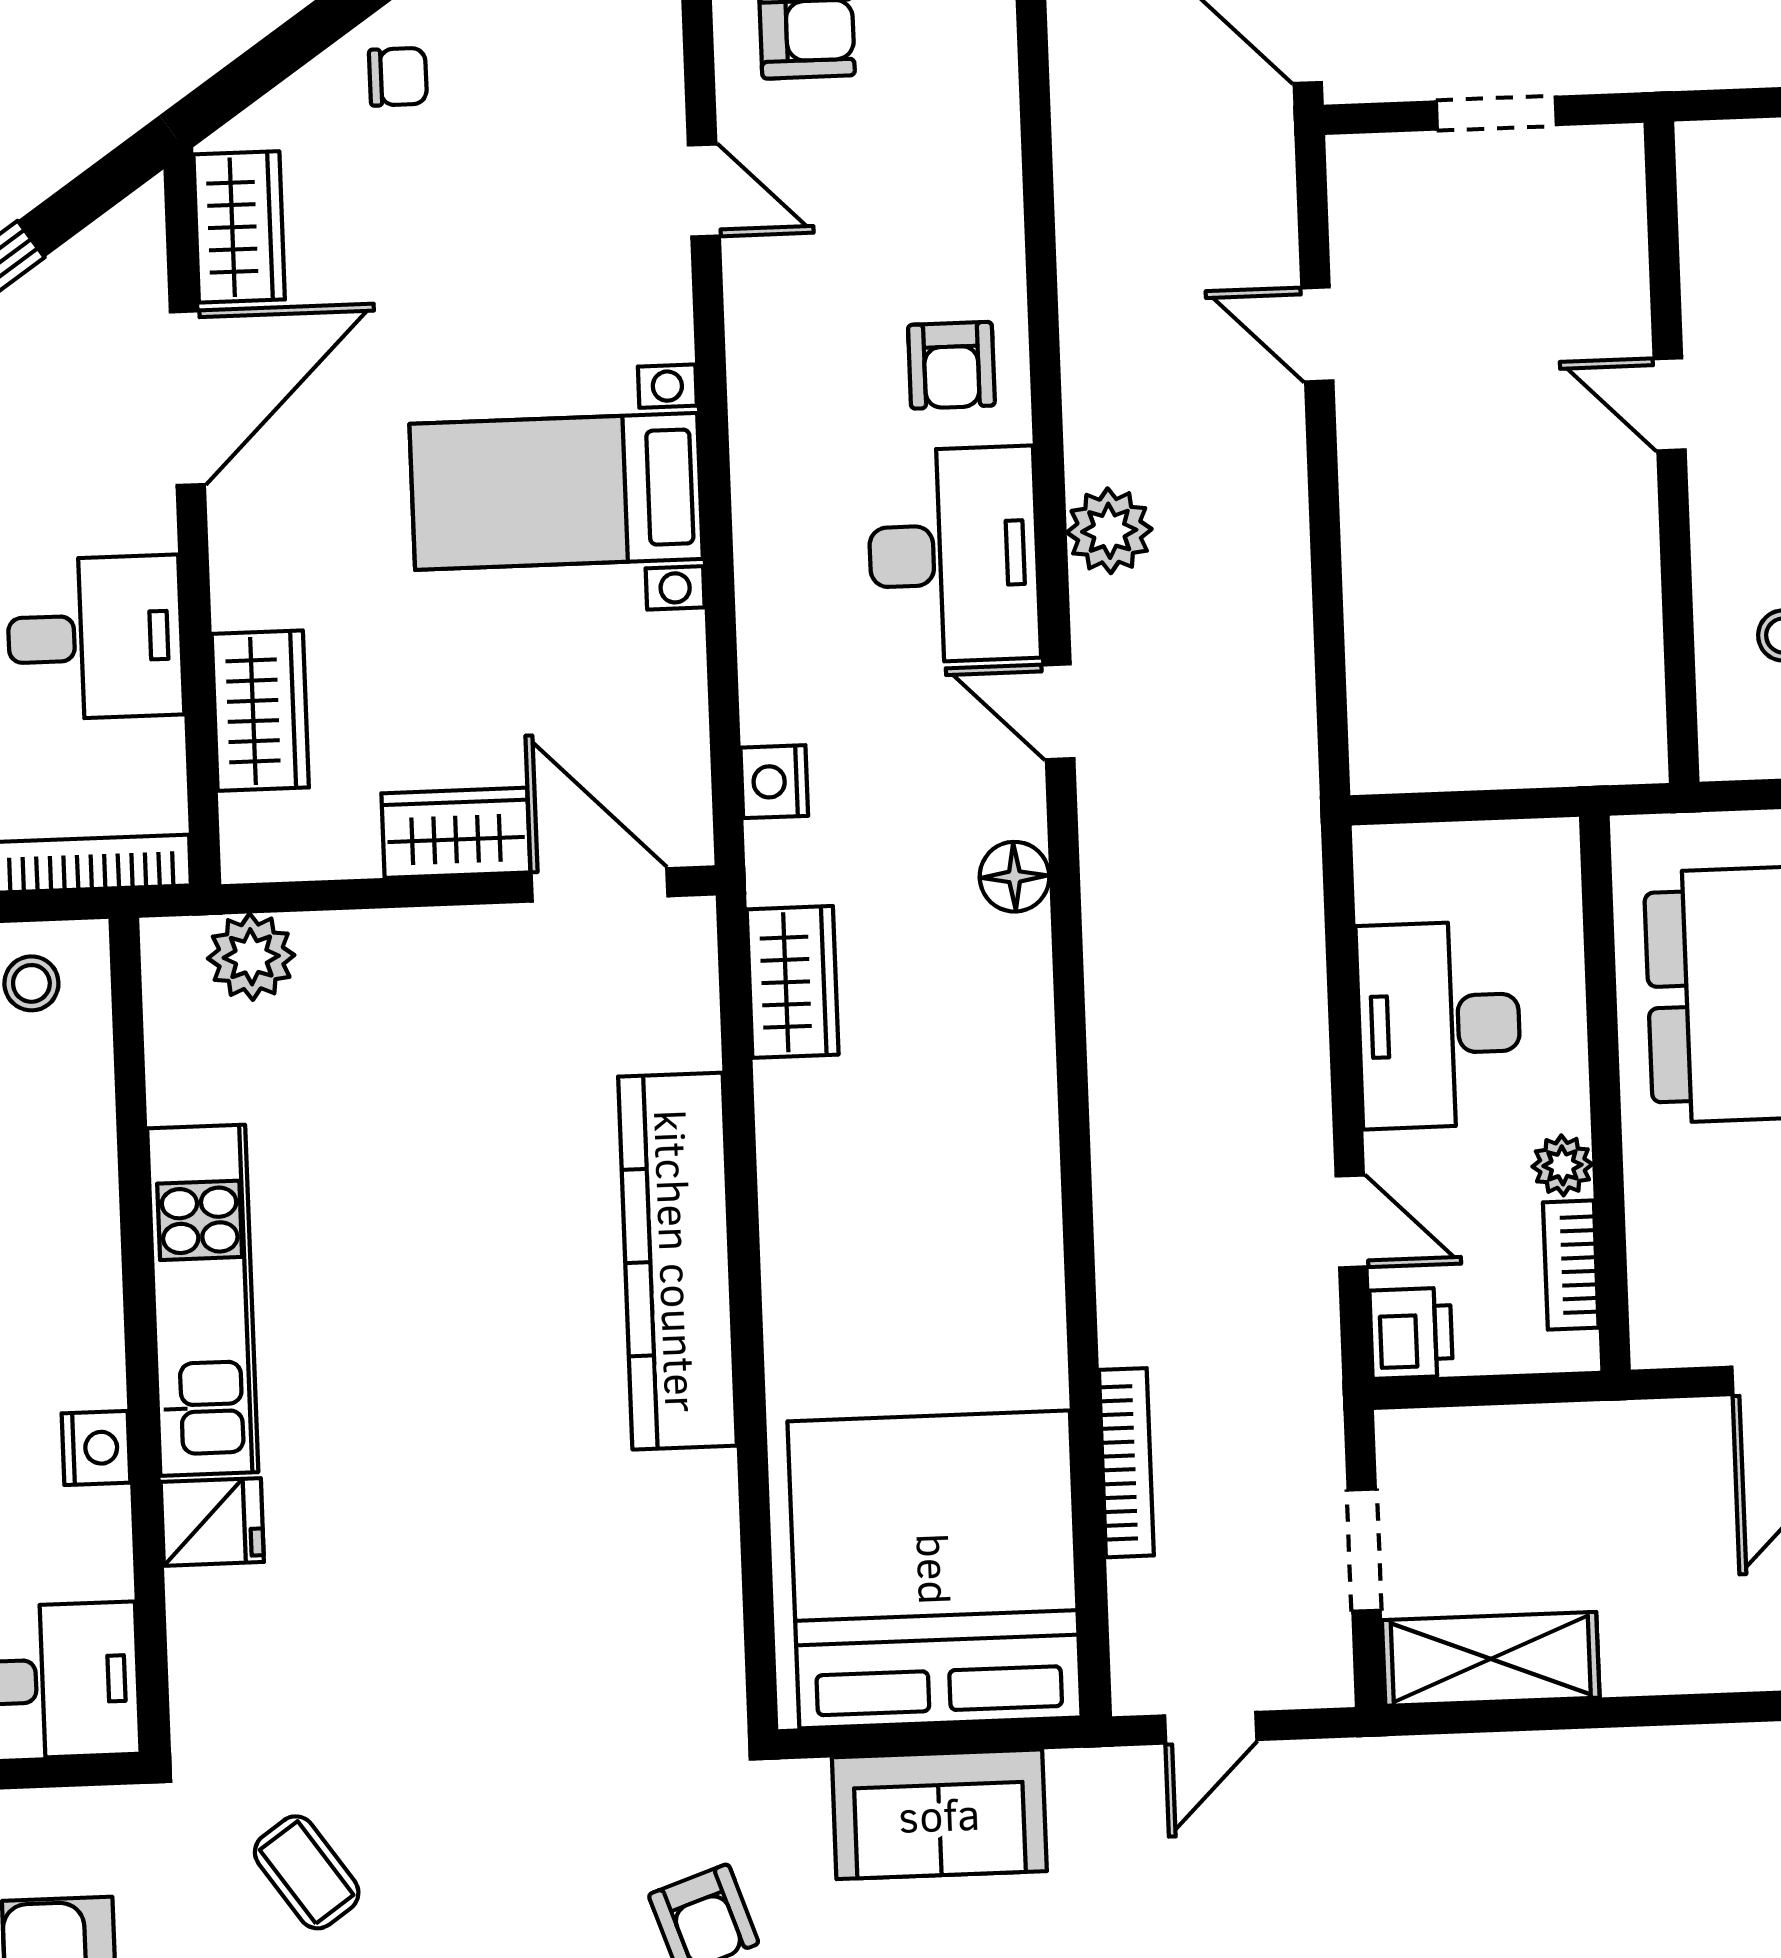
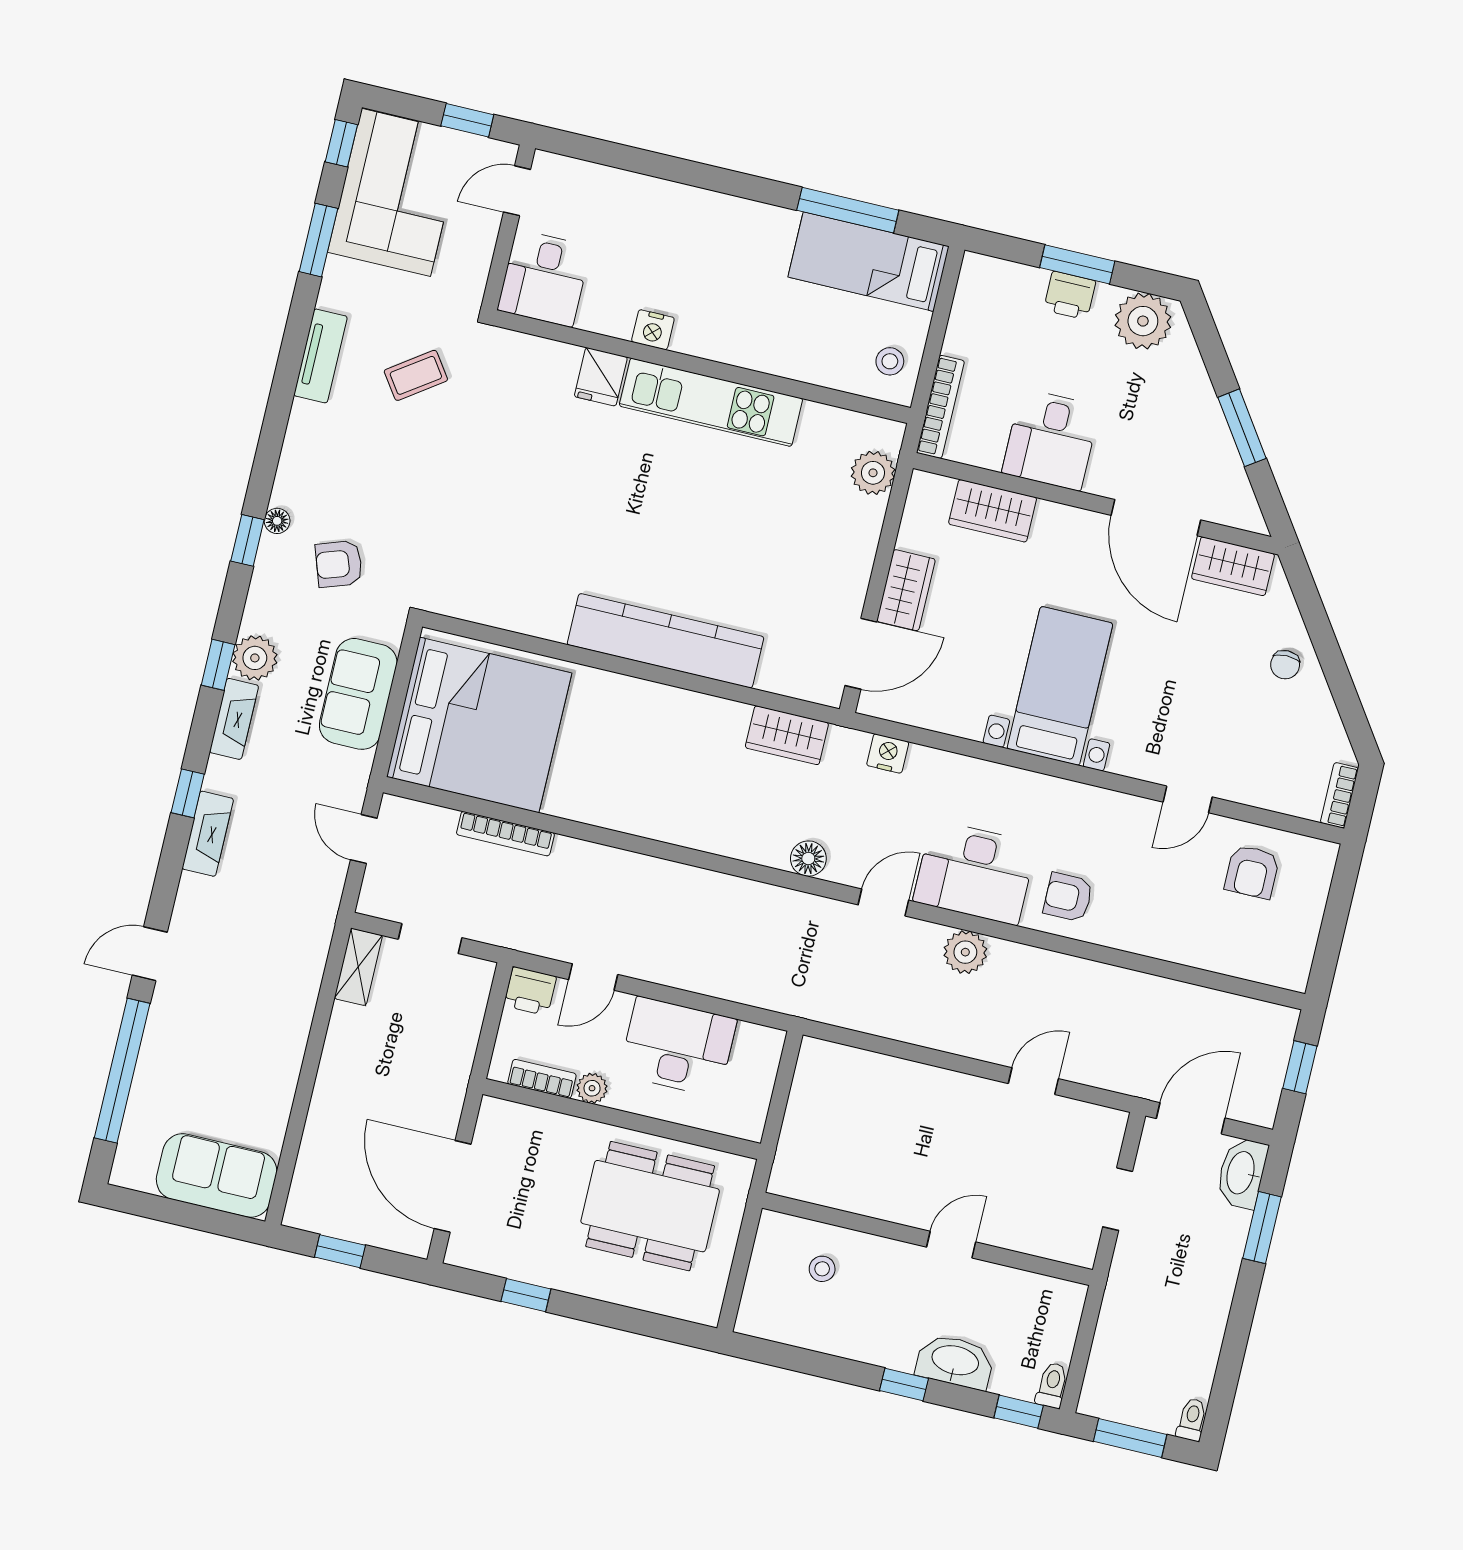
shelving: (1491, 1659) -> (358, 967), width x0.67, depth x0.75

